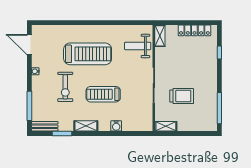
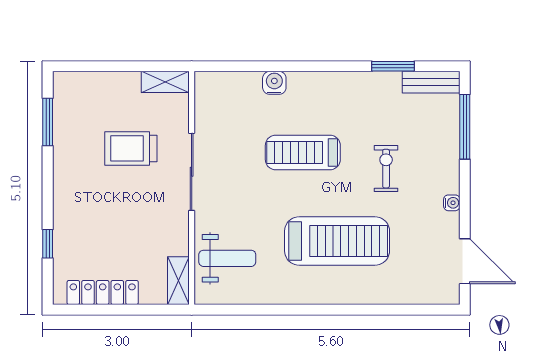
treadmill: (88, 54) -> (337, 241), turned 180
exercise bike: (65, 87) -> (386, 169), width x0.73, depth x0.72
treadmill: (103, 94) -> (303, 152), turned 180
window: (219, 108) -> (48, 122), width x0.69
shelving: (86, 126) -> (341, 83), removed

